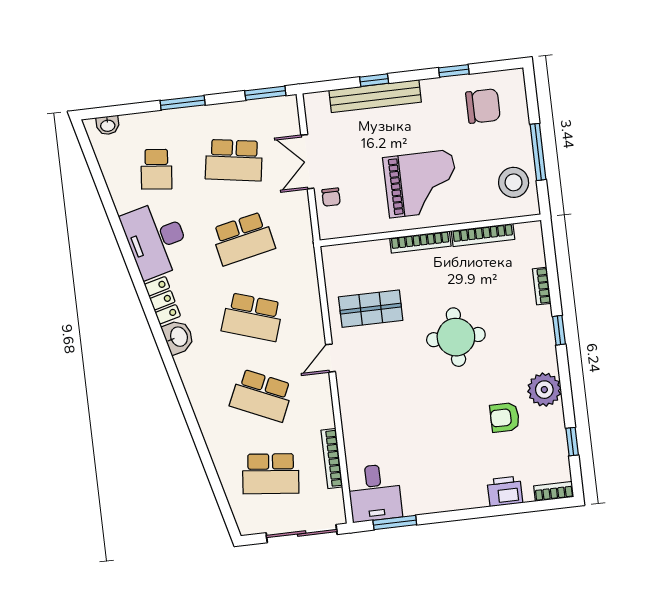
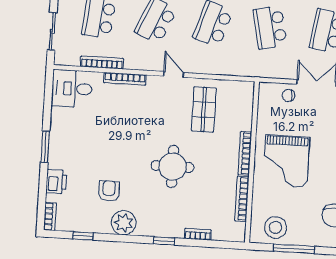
bookcase: (348, 423) -> (125, 79), added
window: (395, 523) -> (45, 147), moved
sliding door: (302, 534) -> (52, 31), width x0.73

